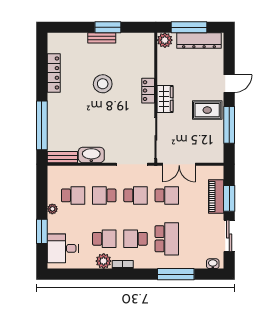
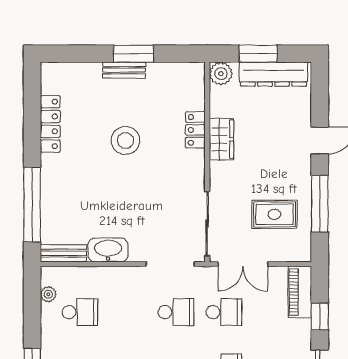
window: (189, 27) -> (258, 54), width x0.69
locker: (148, 91) -> (195, 130), moved
wardrobe: (165, 99) -> (221, 139), moved
rug: (207, 110) -> (274, 214), moved
school desk: (104, 195) -> (128, 312), removed
piano: (216, 197) -> (300, 292), moved
window: (229, 198) -> (320, 316), width x0.67
plant: (52, 209) -> (48, 294), moved

